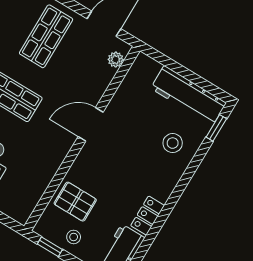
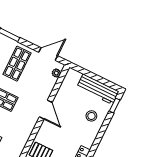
door: (91, 124) -> (46, 110), swing flipped

